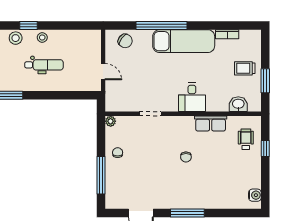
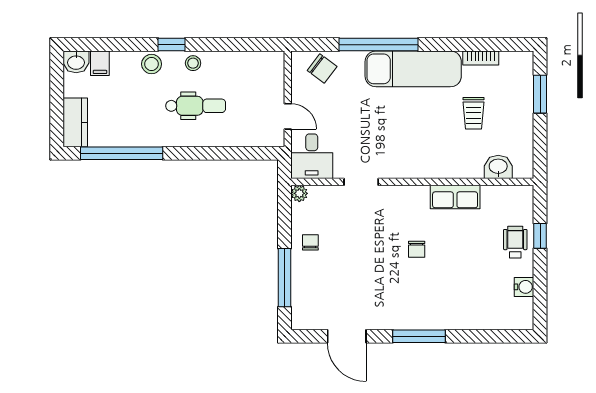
trolley: (245, 68) -> (474, 113), moved, turned -90
window: (265, 81) -> (540, 94), moved
desk: (192, 97) -> (312, 156), moved
wheelchair: (246, 139) -> (515, 242), moved
water cooler: (255, 195) -> (524, 287), moved

